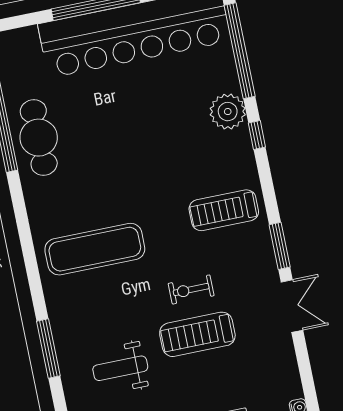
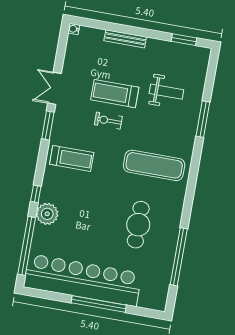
cafe table: (39, 138) -> (138, 225), moved
exercise bike: (191, 290) -> (108, 121), turned 180
treadmill: (197, 334) -> (115, 94), turned 180

